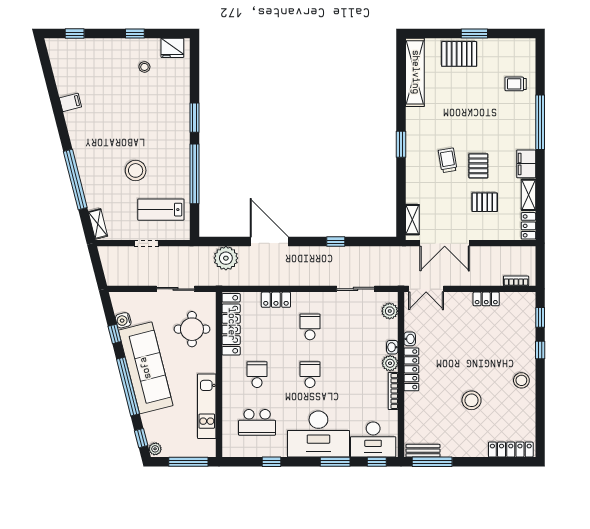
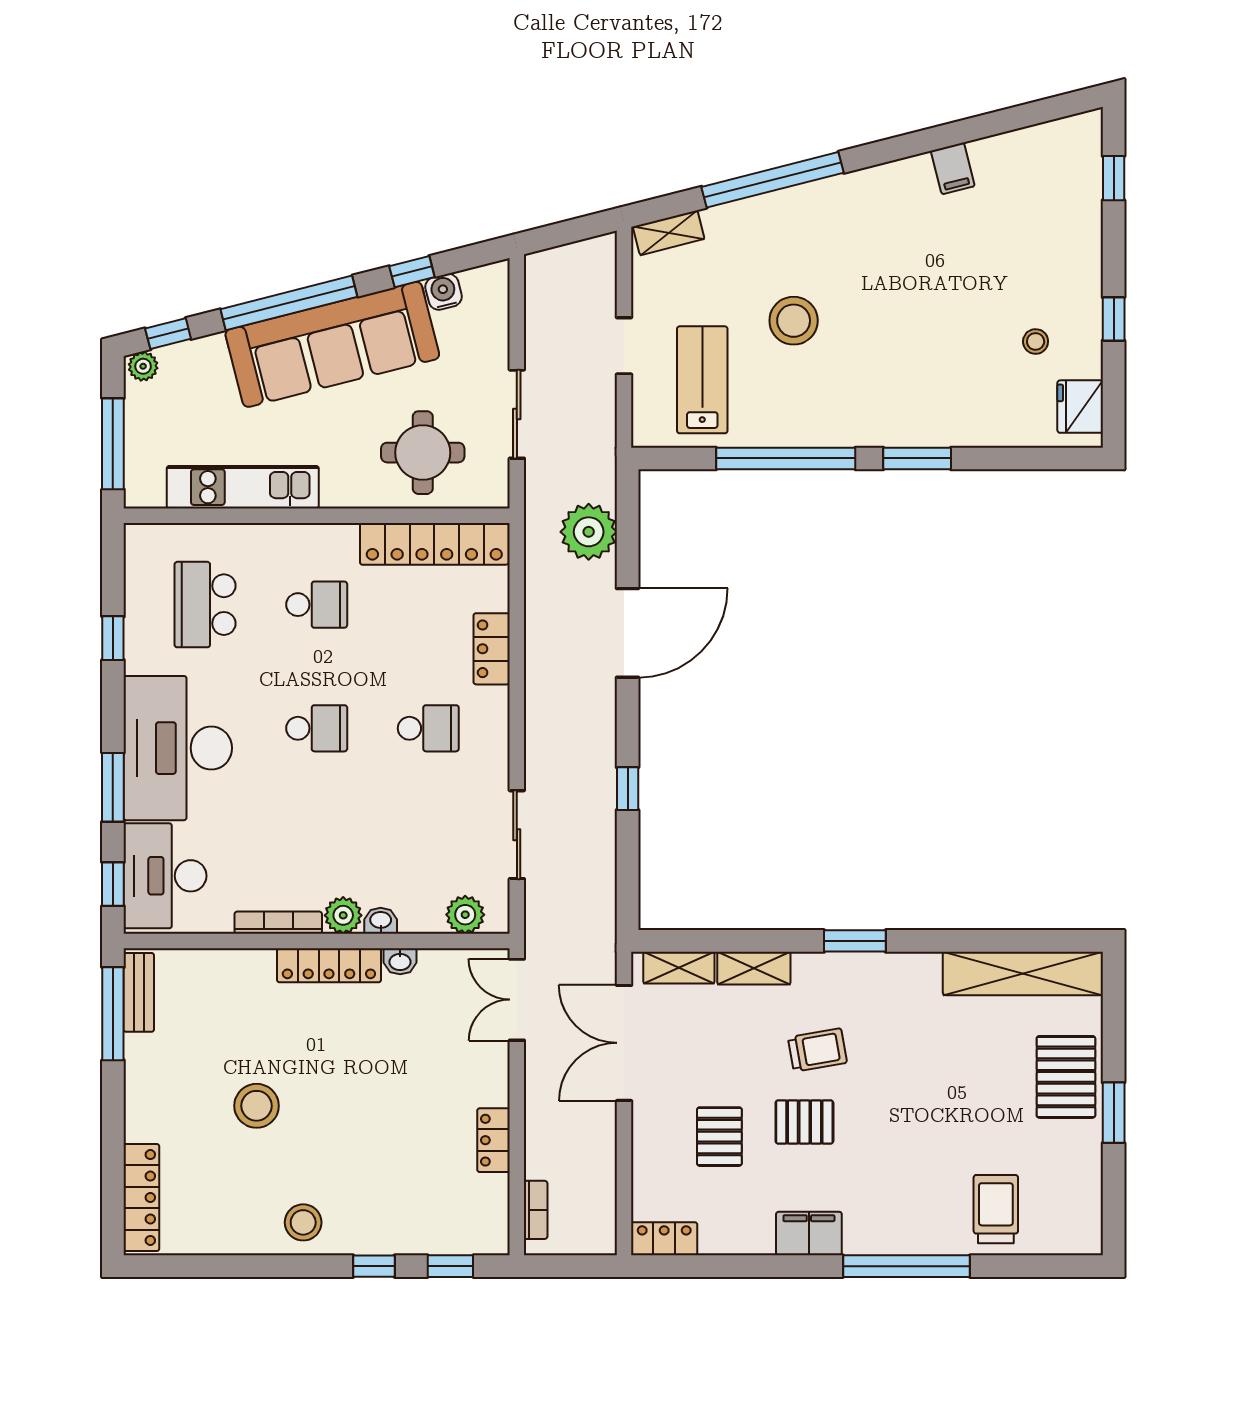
trolley: (516, 84) -> (996, 1209), width x1.36, depth x1.39
shelving: (528, 195) -> (754, 968), moved

